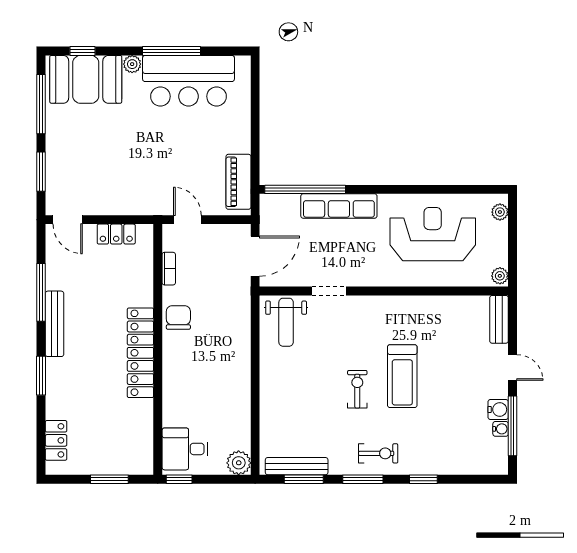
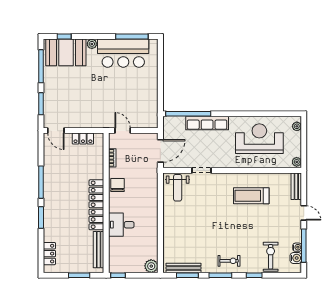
window: (172, 51) -> (132, 37), moved
piano: (238, 182) -> (151, 109), removed
window: (41, 292) -> (41, 182), moved
bench: (55, 324) -> (99, 250), moved
treadmill: (402, 376) -> (251, 196), moved, turned 90
exercise bike: (357, 389) -> (271, 257), moved, width x1.38, depth x1.39
water cooler: (498, 410) -> (296, 258), moved
desk: (185, 449) -> (121, 225), moved

